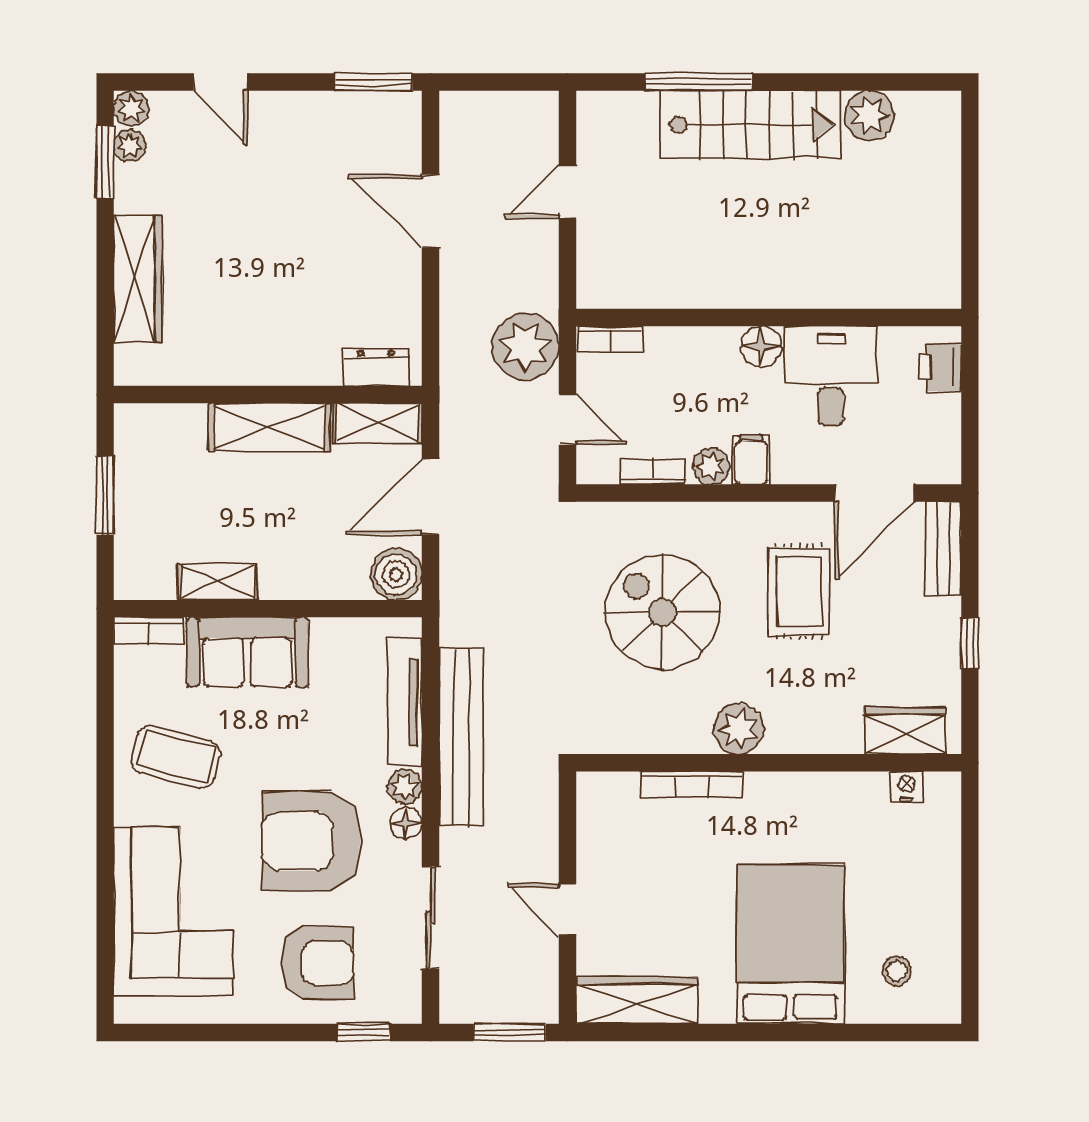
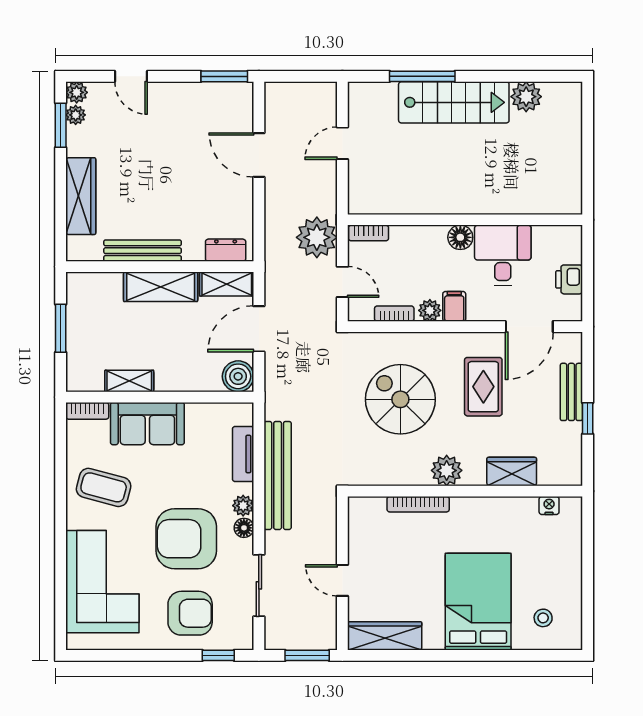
printer: (940, 367) -> (569, 279), moved
bench: (240, 368) -> (143, 251), added
bench: (943, 549) -> (571, 392), moved
tv unit: (405, 702) -> (243, 454), width x0.71
wardrobe: (905, 731) -> (512, 472), moved

